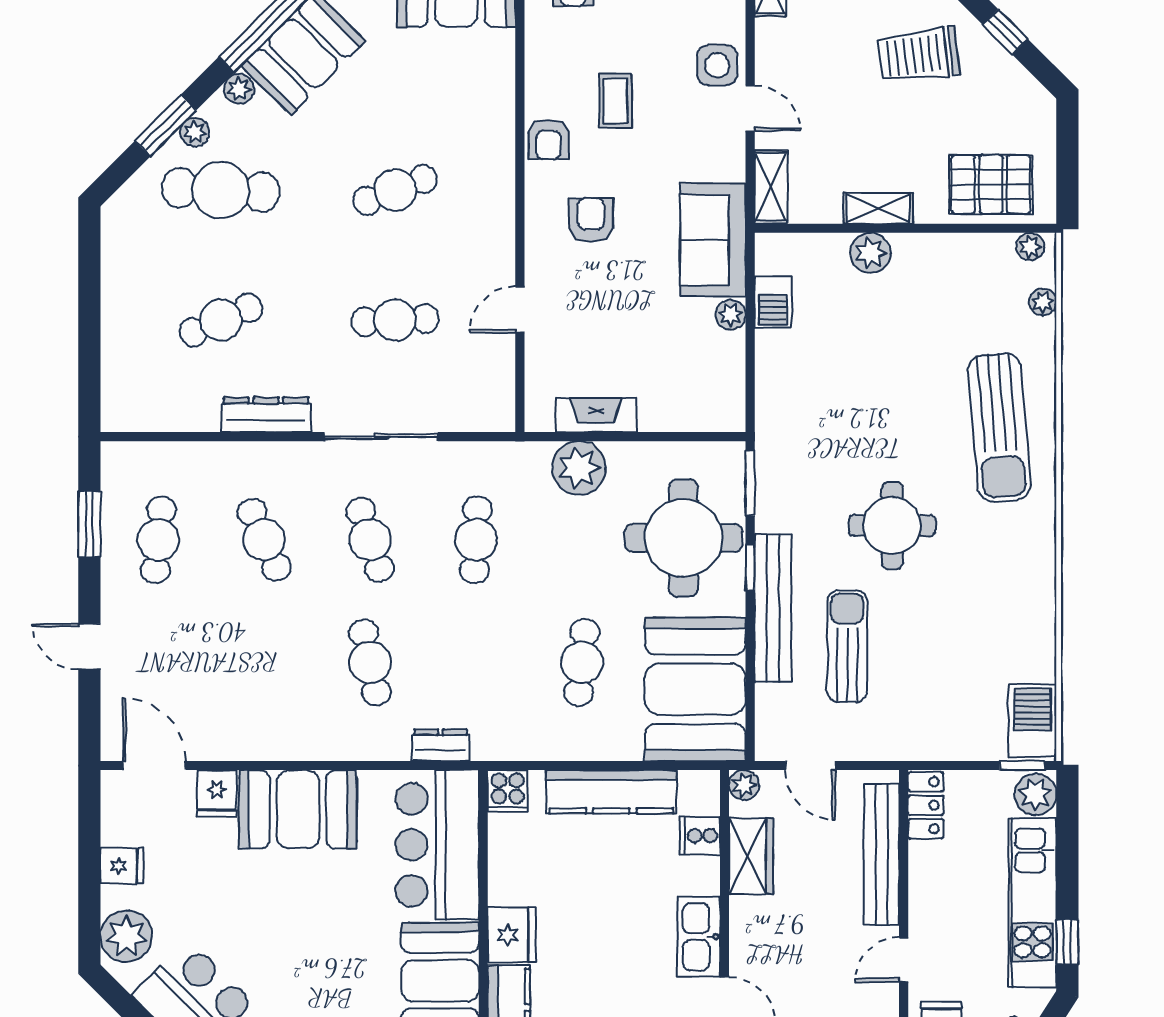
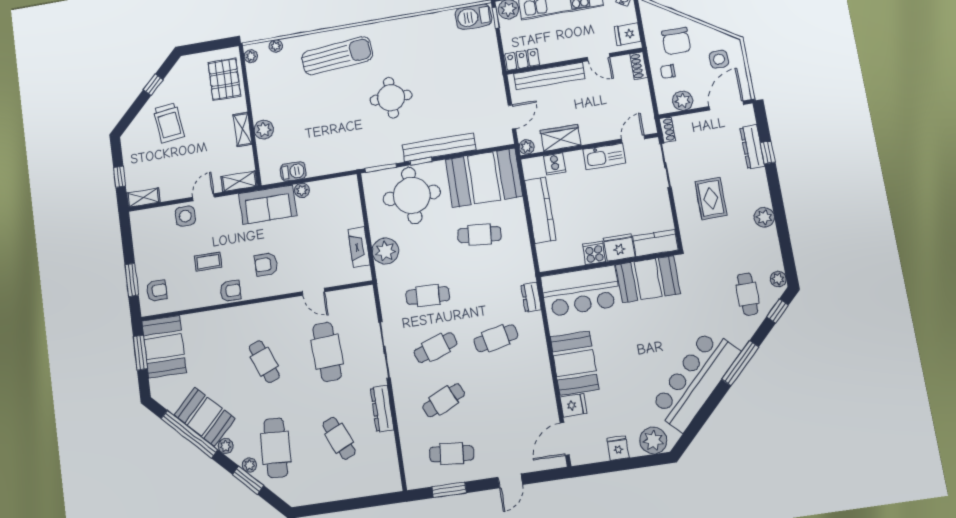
cafe table: (395, 320) -> (327, 352), width x1.37, depth x1.35
sun lounger: (847, 646) -> (452, 109), removed
cooker: (508, 791) -> (594, 253), moved, turned -90

